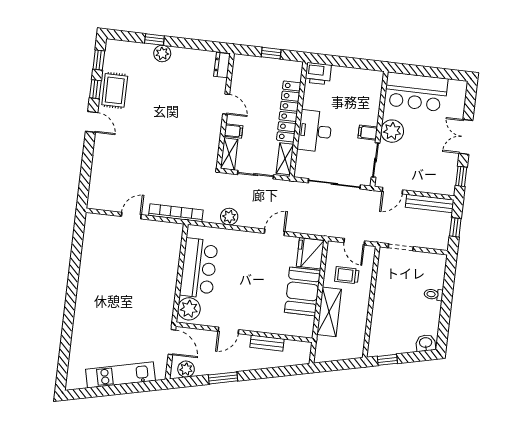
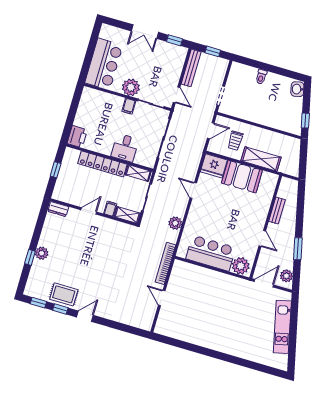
desk: (315, 131) -> (125, 148), width x0.73

